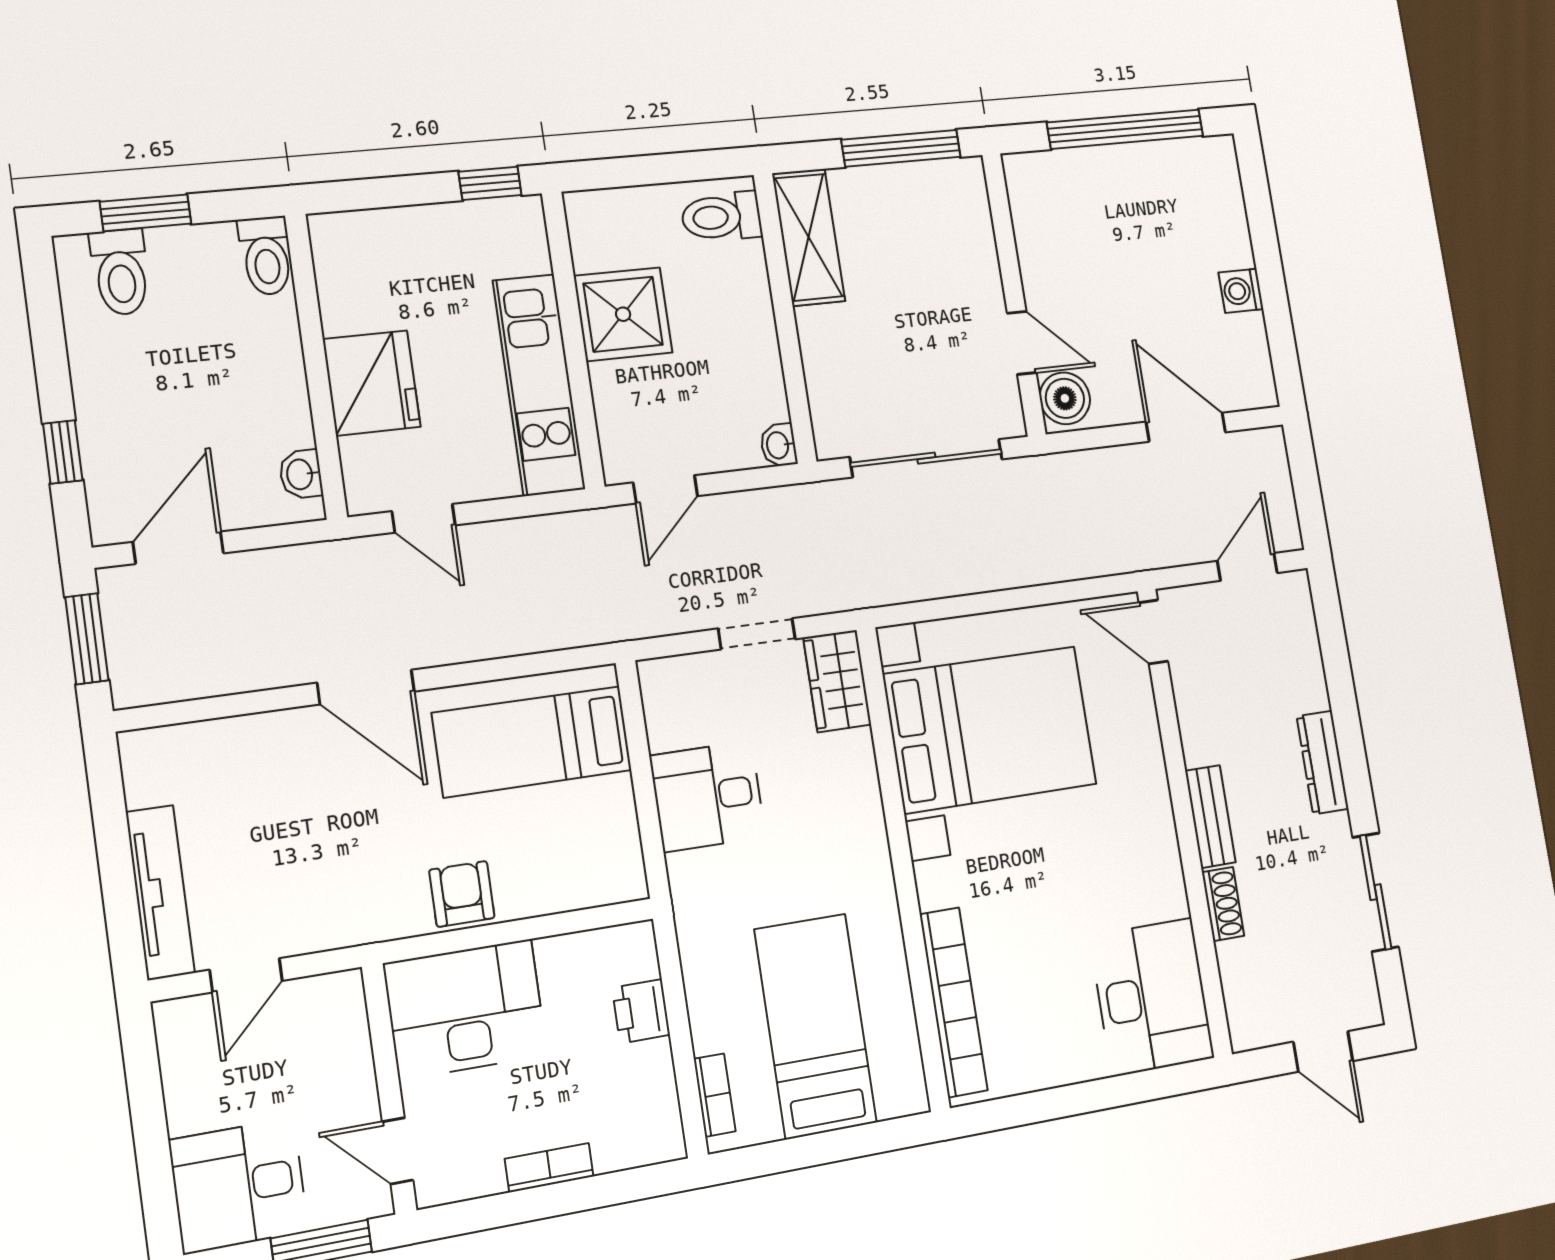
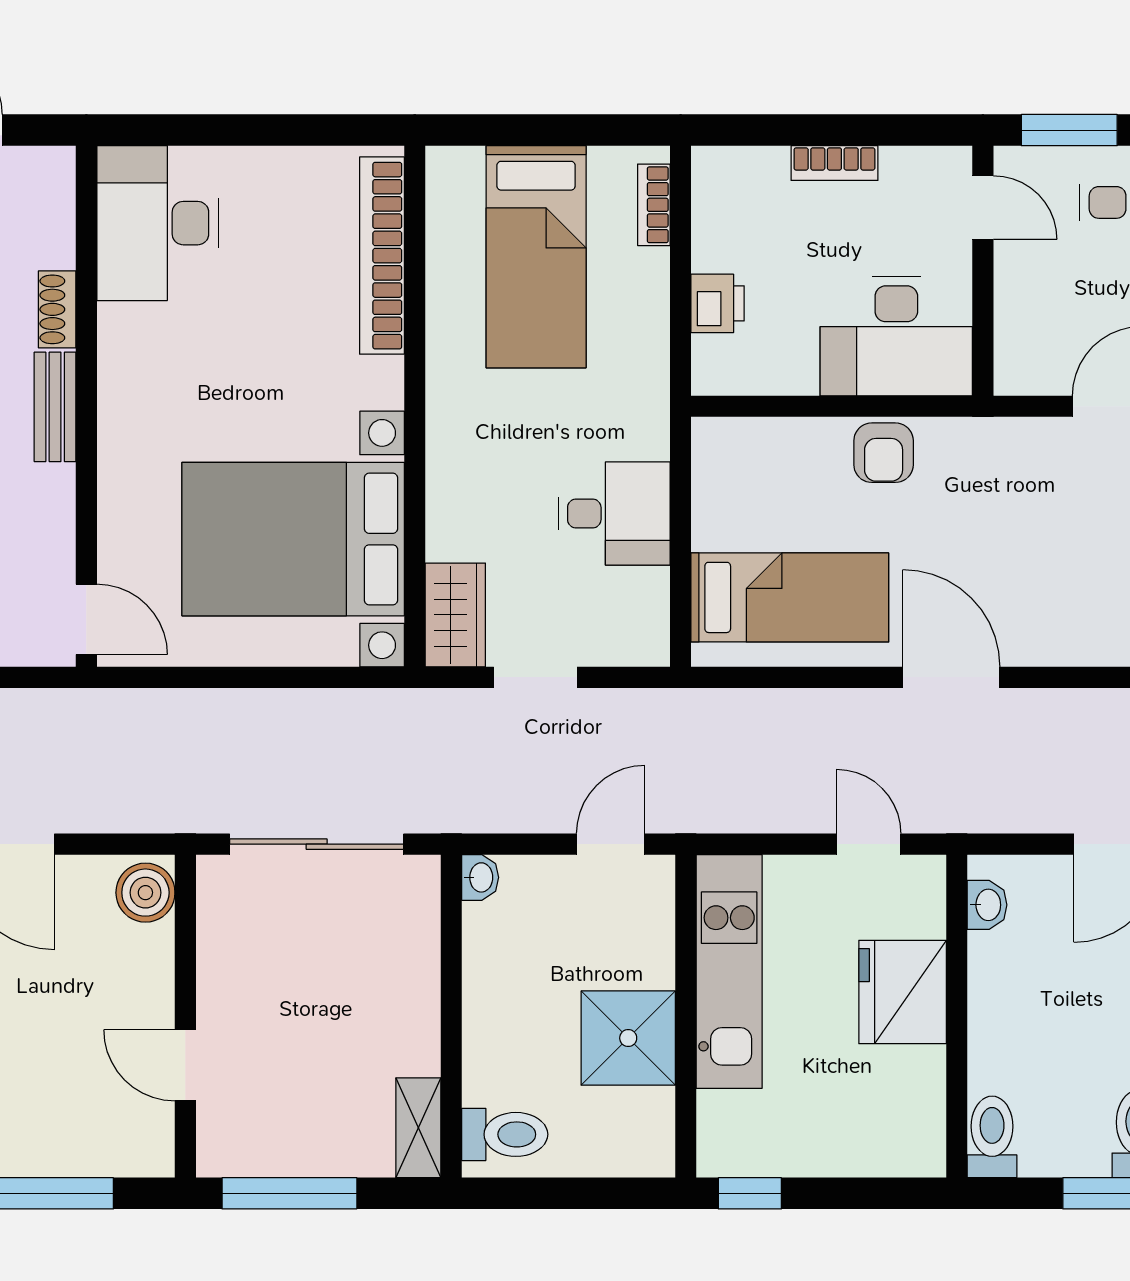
shelving: (809, 237) -> (418, 1128), width x0.67, depth x0.75
door: (1022, 343) -> (185, 1065), moved

